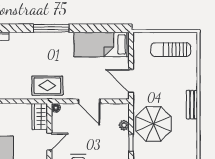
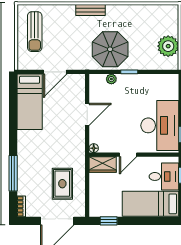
window: (51, 28) -> (13, 173), moved
door: (131, 81) -> (55, 72), moved
rug: (47, 86) -> (62, 184), moved
door: (49, 142) -> (128, 155), swing flipped

